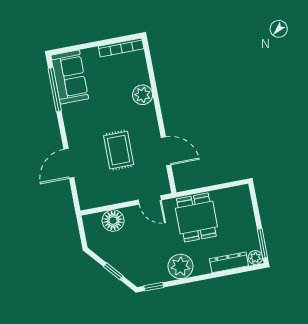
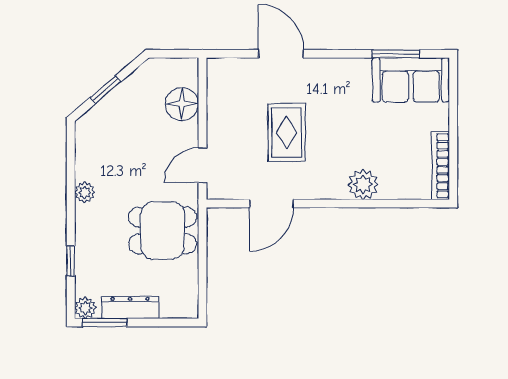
window: (55, 90) -> (396, 54), width x0.69
rug: (119, 150) -> (287, 133), turned 90
dresser: (229, 262) -> (130, 307), moved, turned -90
plant: (180, 266) -> (85, 192), width x0.53, depth x0.53
window: (154, 287) -> (71, 261), moved

